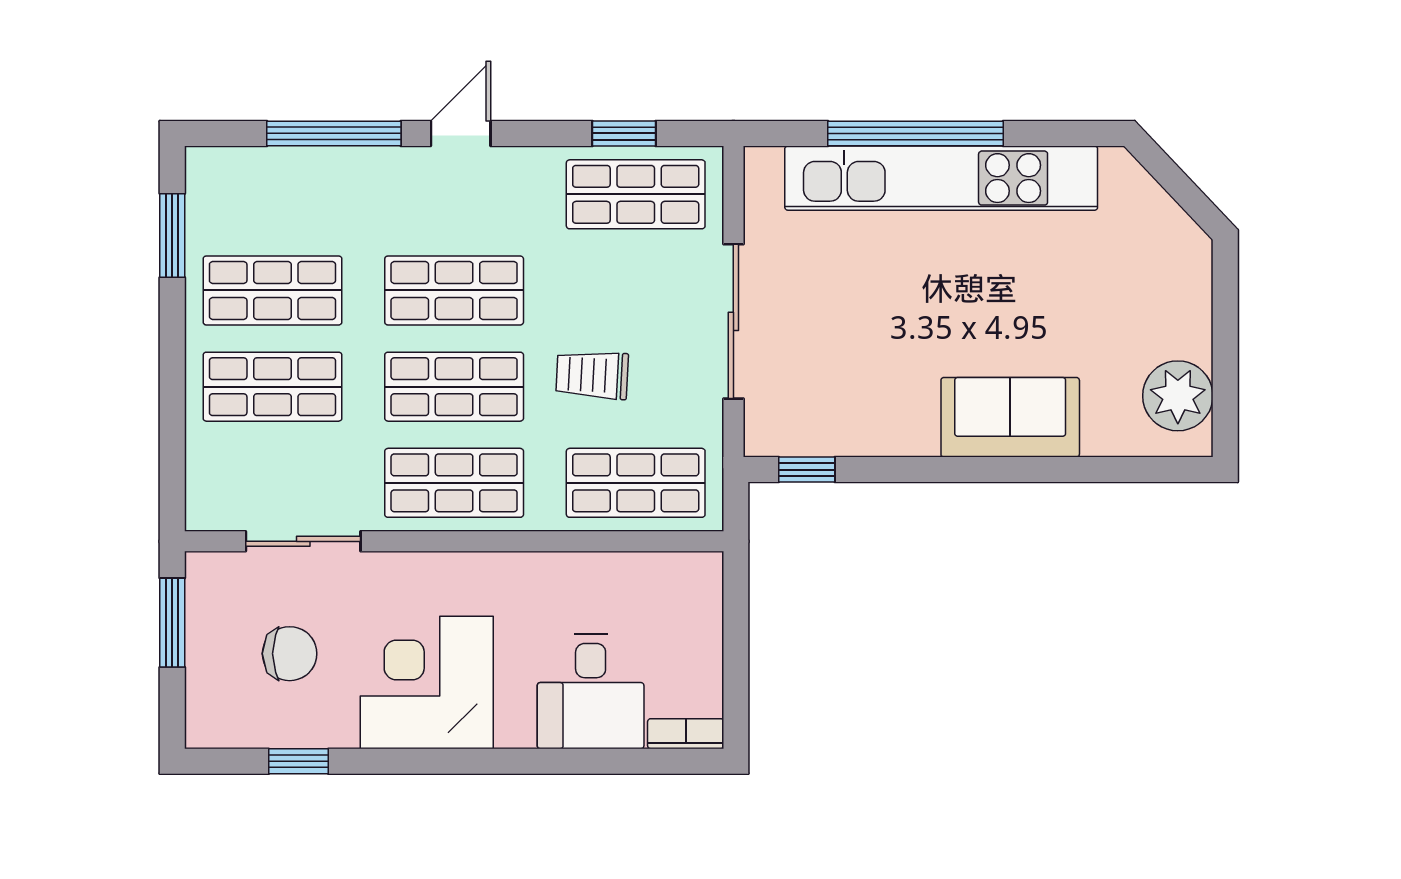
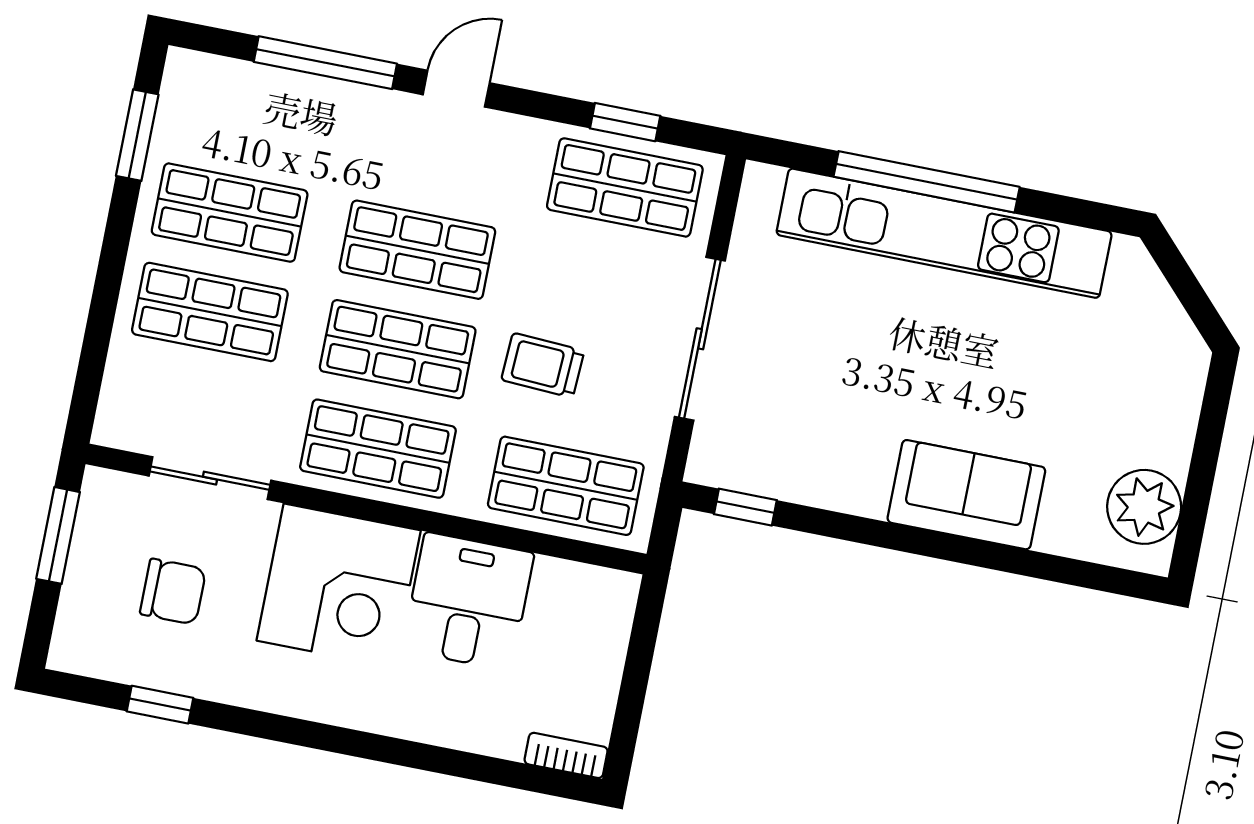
corner desk: (427, 683) -> (339, 586), moved, turned 180
desk: (591, 692) -> (468, 601), moved, turned 180

